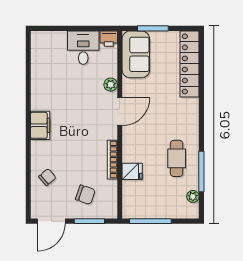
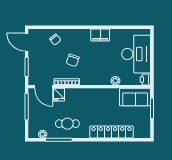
desk: (83, 48) -> (136, 54), width x1.87, depth x1.30
locker: (190, 64) -> (111, 132), moved
door: (120, 112) -> (44, 87), moved
filing cabinet: (40, 125) -> (100, 35), moved
chair: (85, 195) -> (73, 60), moved

